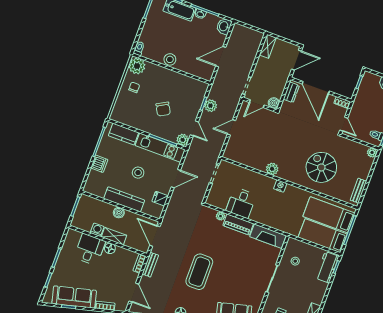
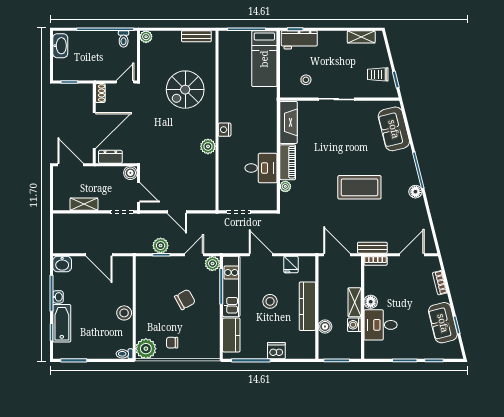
shelving: (268, 46) -> (84, 204), moved
boiler: (119, 213) -> (325, 326), moved
bed: (329, 215) -> (237, 60), removed
door: (155, 236) -> (337, 255), swing flipped
sofa: (74, 297) -> (443, 323), width x0.73

